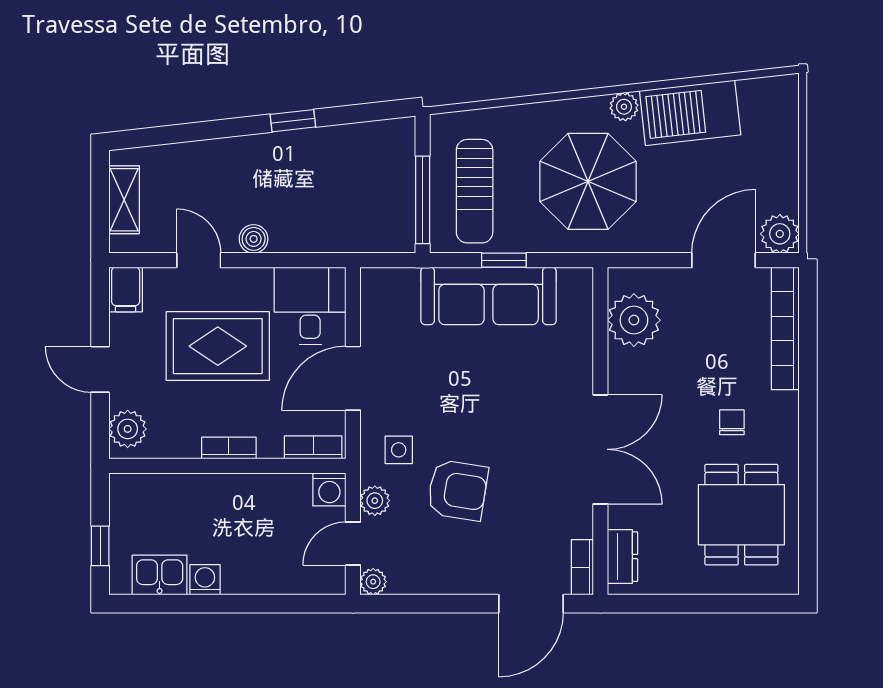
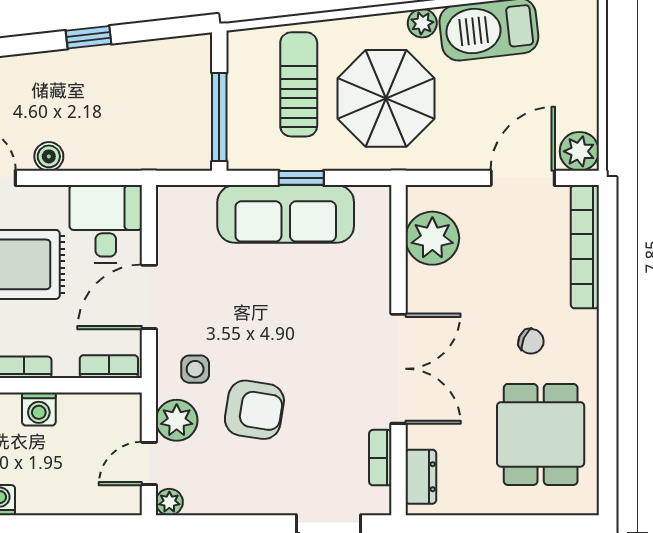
sun lounger: (475, 191) -> (299, 84), moved, turned 180
chair: (732, 422) -> (531, 341), turned 114
washing machine: (329, 489) -> (39, 409), moved
plant: (375, 501) -> (177, 420), width x1.38, depth x1.38
bookcase: (582, 567) -> (380, 458), moved

